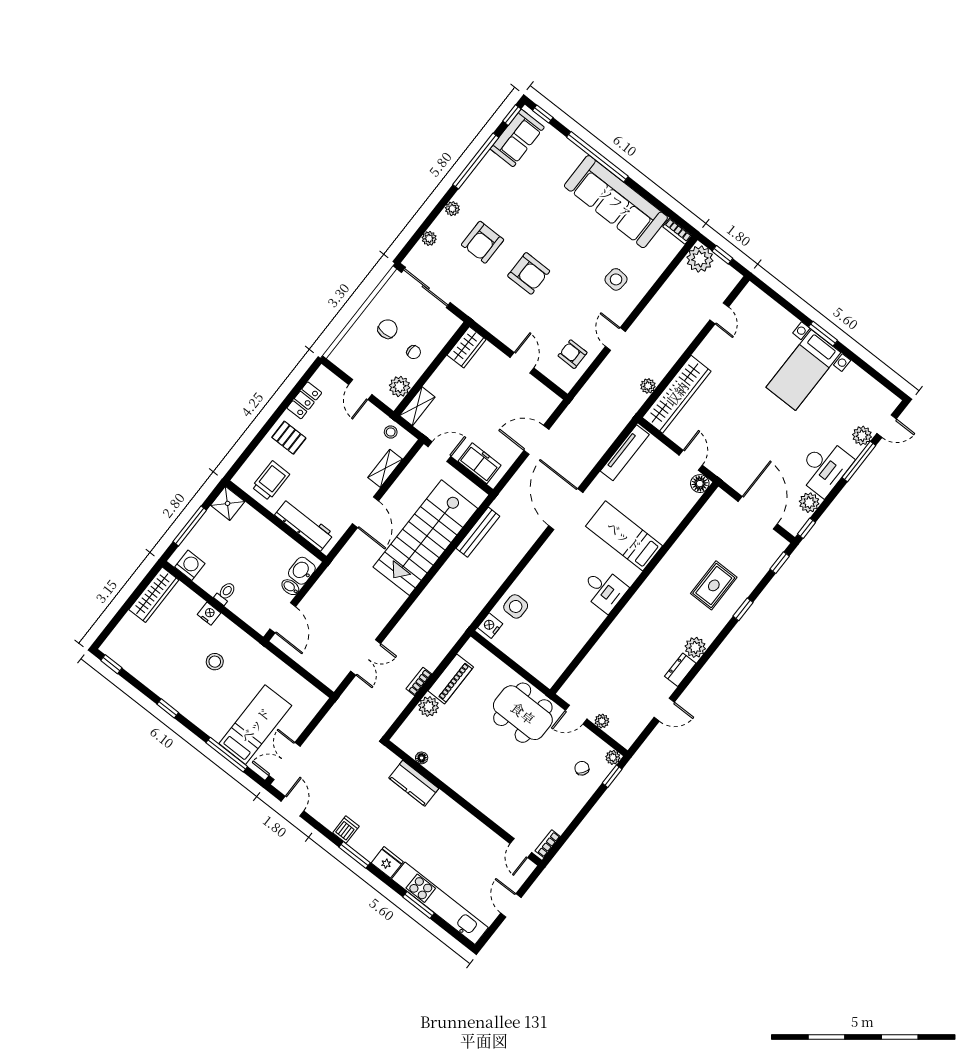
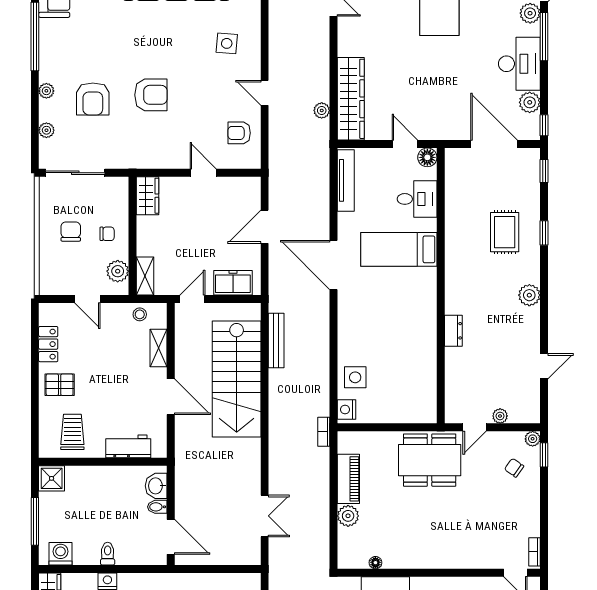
workbench: (304, 525) -> (128, 446), width x0.73
desk: (604, 590) -> (417, 199), moved
dresser: (680, 670) -> (453, 331), moved, turned 180
bookcase: (419, 681) -> (324, 432), moved

